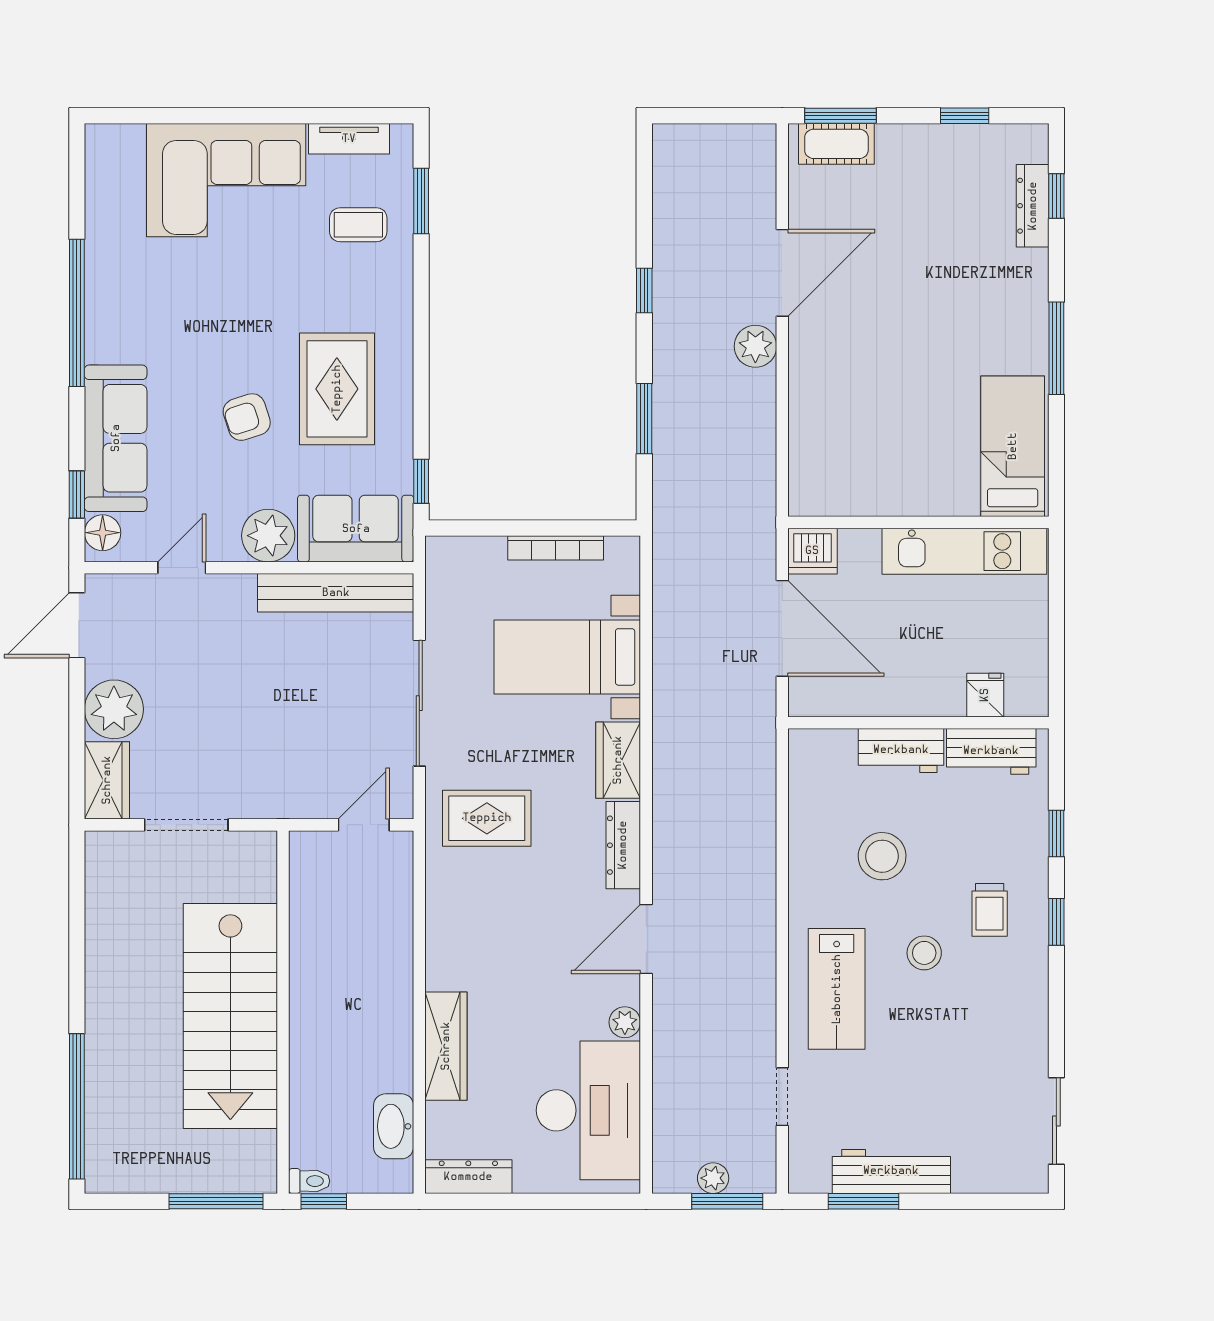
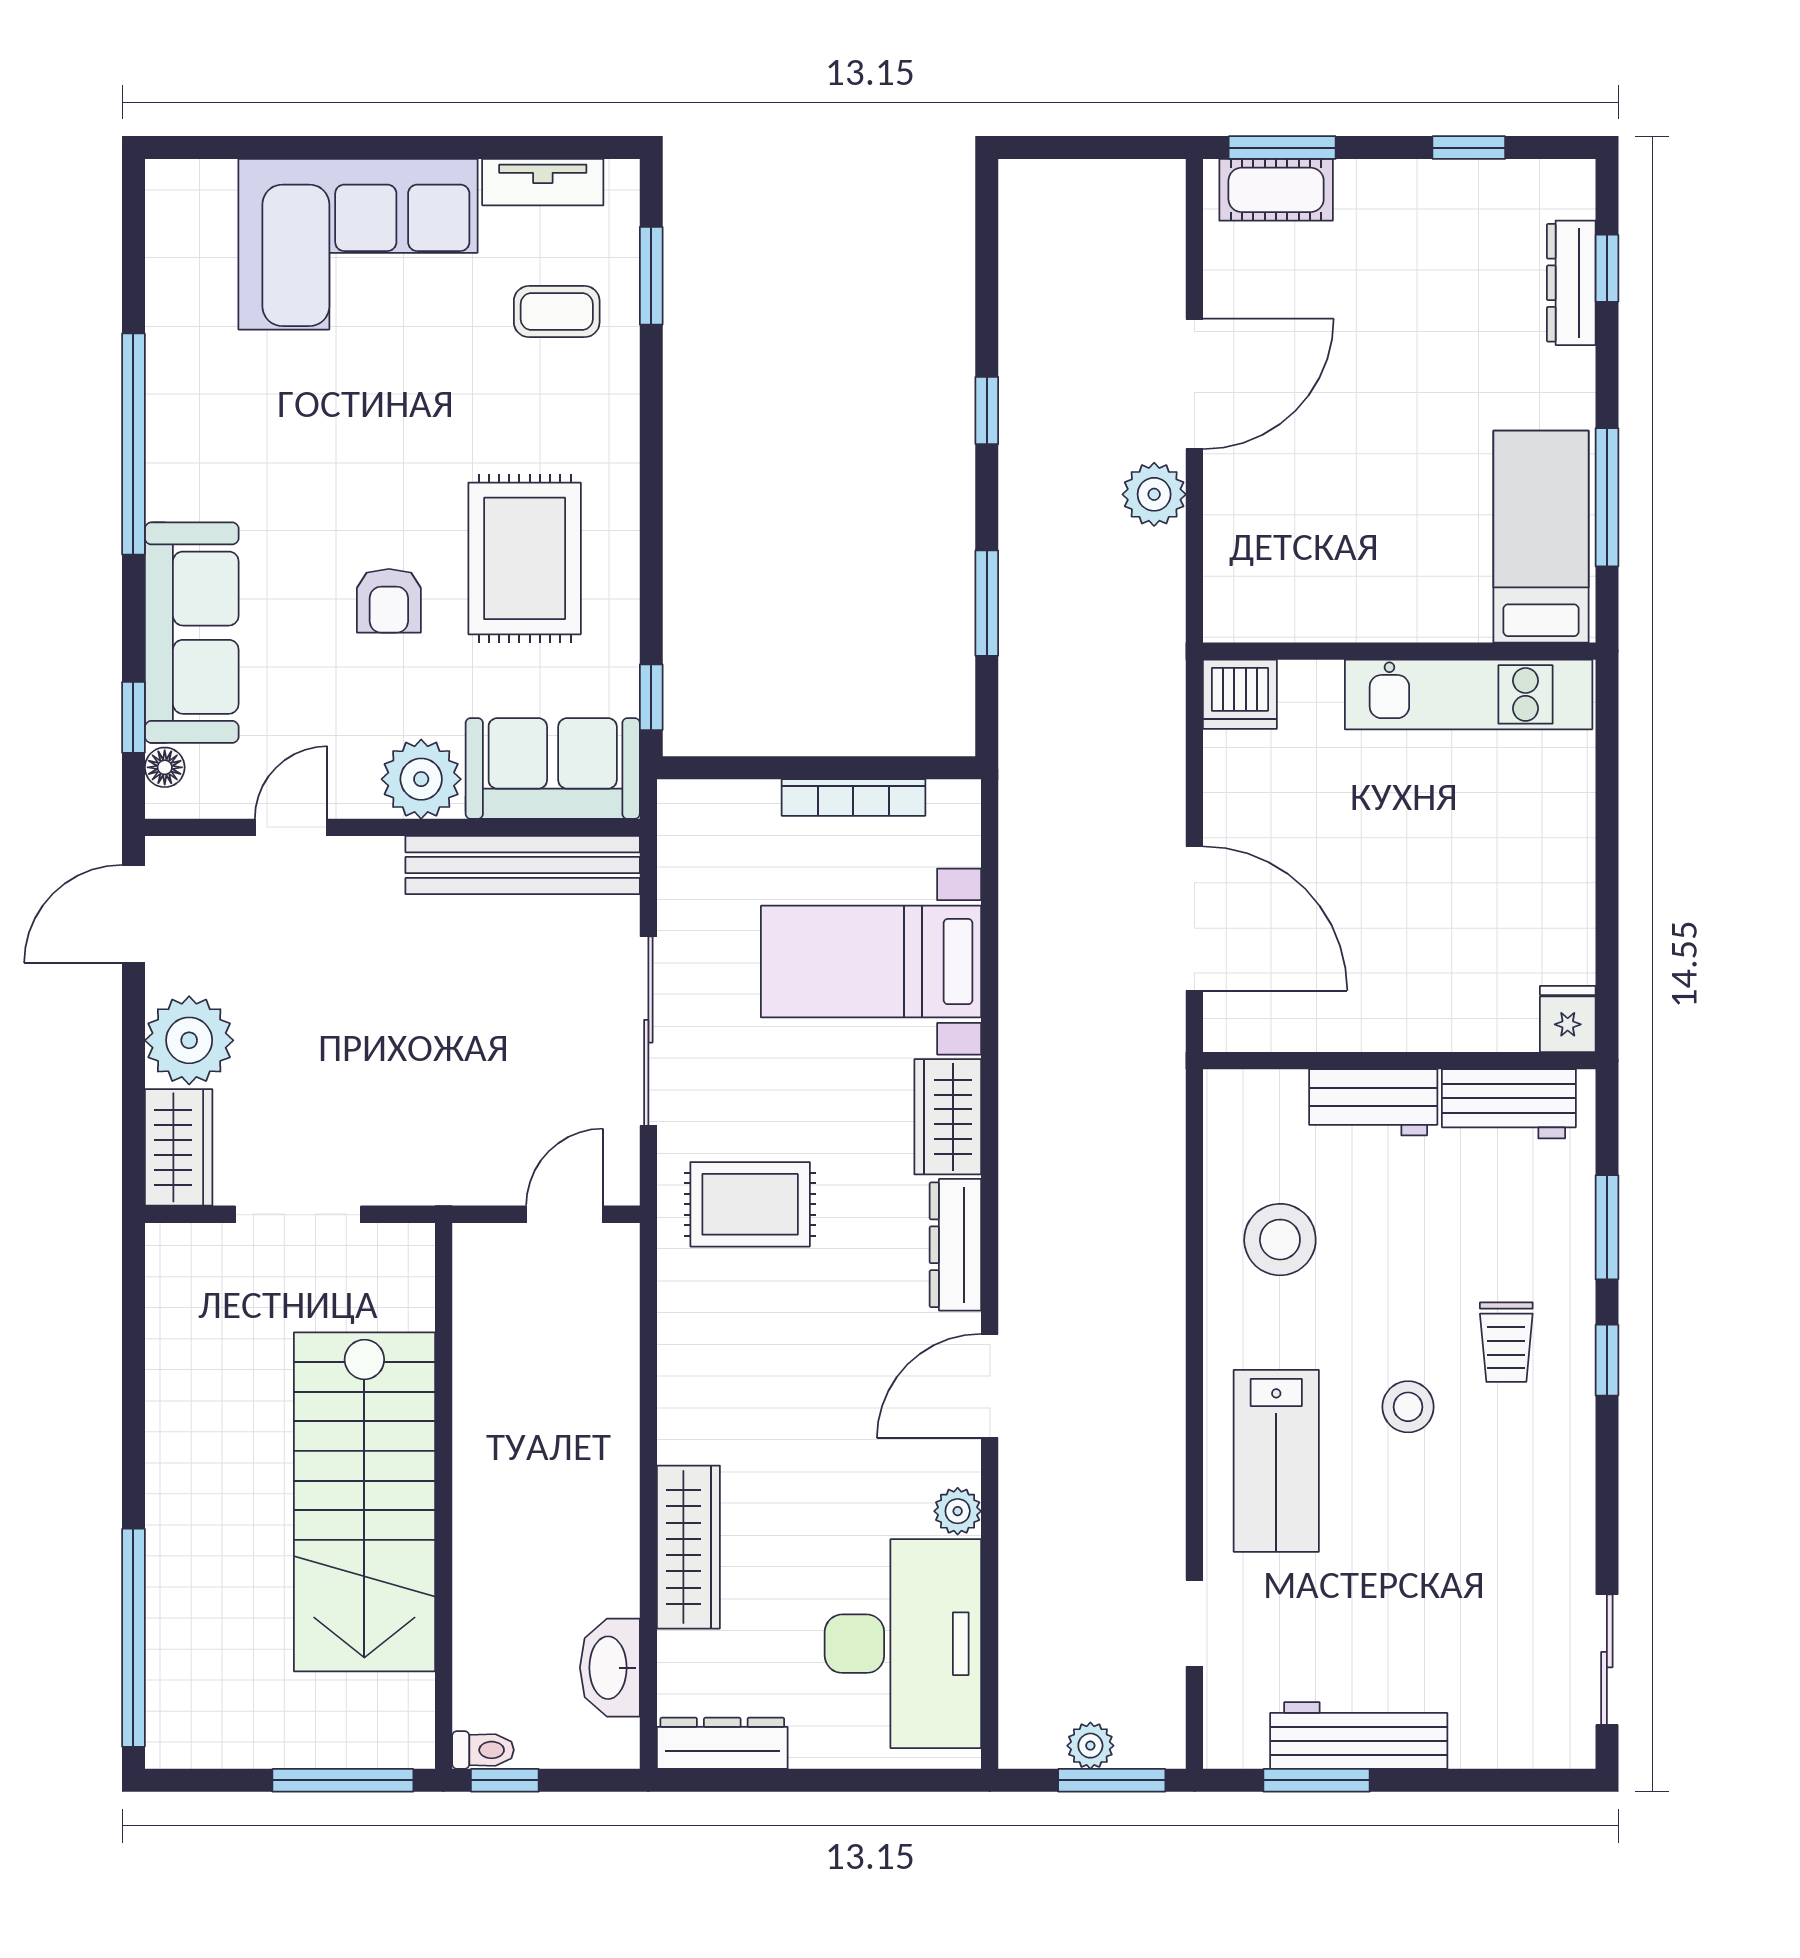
armchair: (247, 417) -> (389, 601), turned -72
bed: (1013, 446) -> (1541, 537), moved
wall: (918, 522) -> (1399, 651), moved
floor lamp: (103, 533) -> (165, 767), width x0.73, depth x0.73
dishwasher: (812, 551) -> (1240, 694), moved
kitchen unit: (964, 551) -> (1469, 694), moved
fridge: (985, 695) -> (1568, 1019), moved
window: (1056, 834) -> (1607, 1227), width x1.50
stool: (882, 856) -> (1280, 1240), moved

